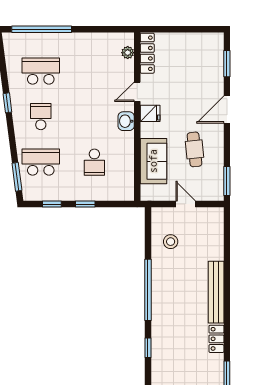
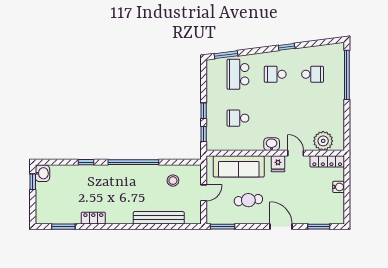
water cooler: (178, 39) -> (339, 187), added
plant: (128, 53) -> (323, 141), width x1.87, depth x1.87
school desk: (41, 71) -> (313, 74), width x0.54
school desk: (41, 117) -> (275, 74), turned 180
sofa: (153, 161) -> (239, 166), width x1.36
school desk: (41, 162) -> (238, 74), turned 180
window: (52, 204) -> (204, 134), moved
bench: (216, 292) -> (159, 218), moved

